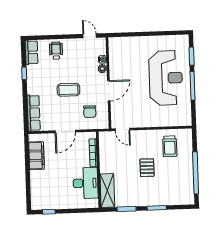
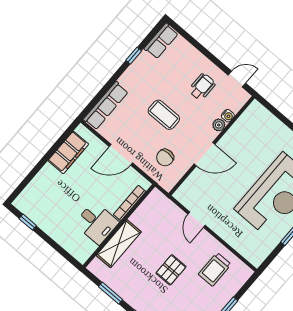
door: (90, 36) -> (237, 79), hinge flipped
wheelchair: (56, 51) -> (202, 87), moved
door: (122, 129) -> (197, 220), moved
desk: (86, 183) -> (97, 223), width x0.73
shelving: (107, 191) -> (119, 244), moved

